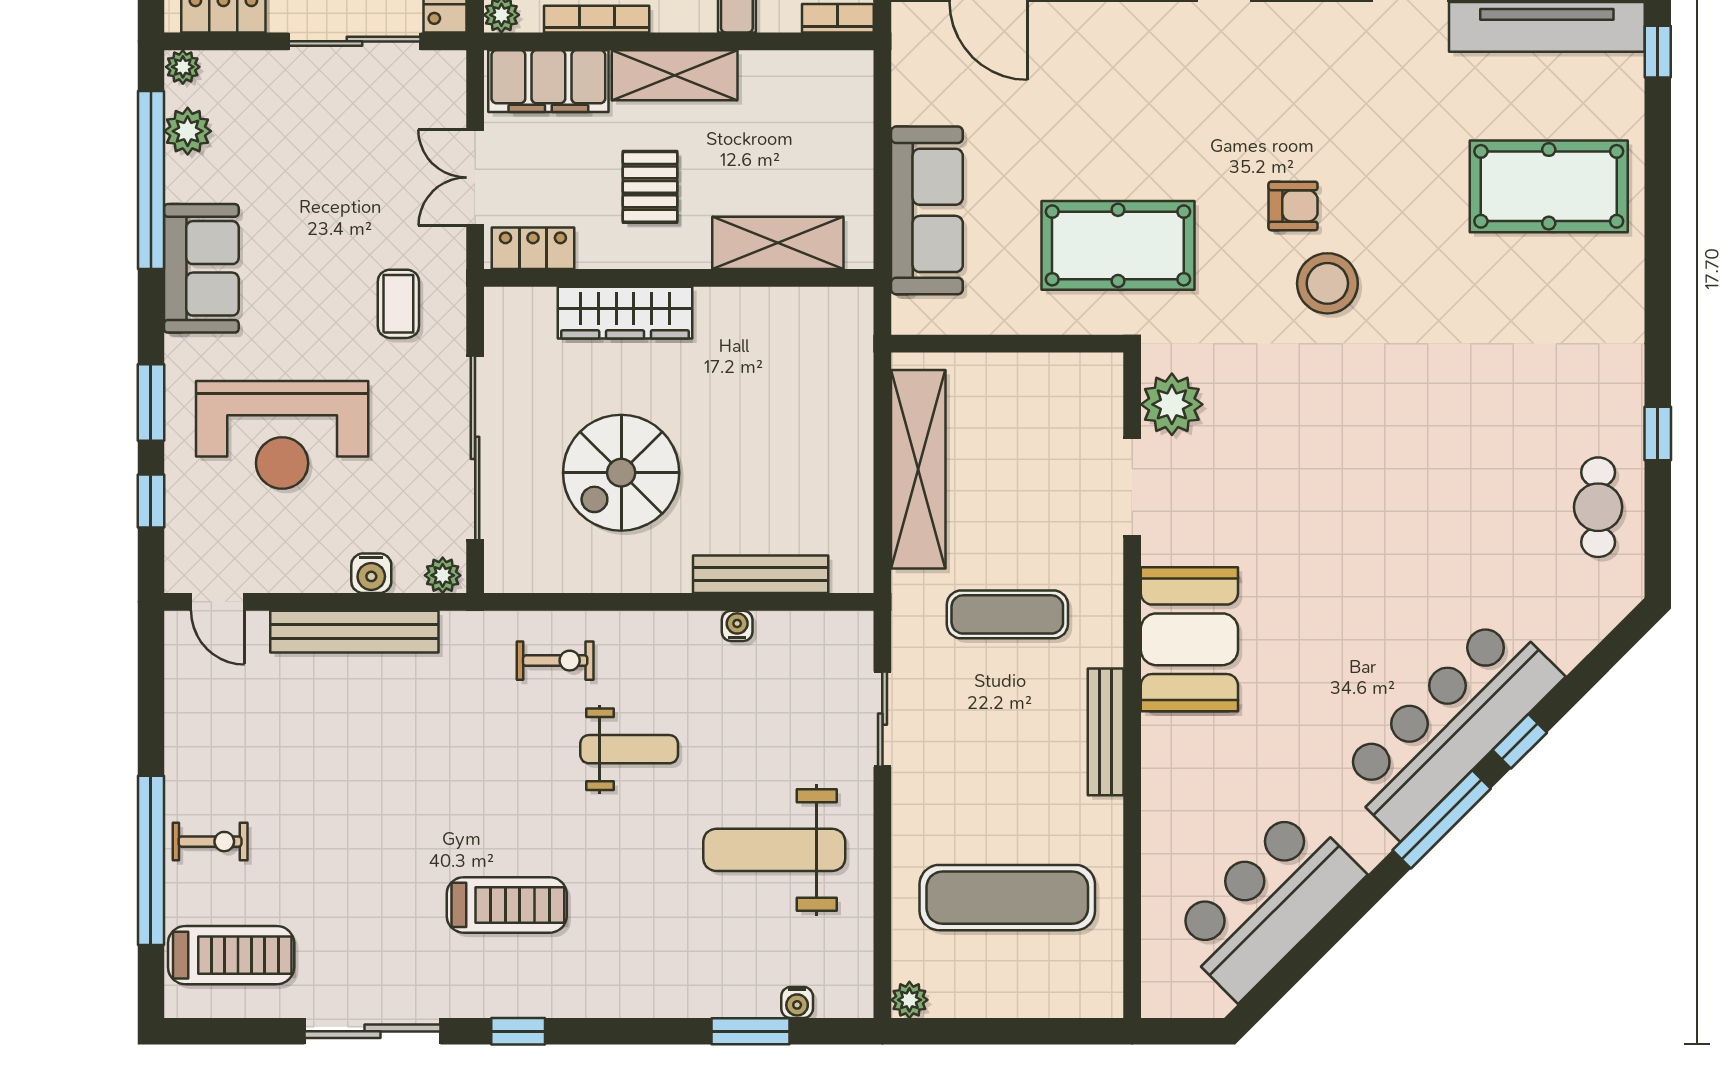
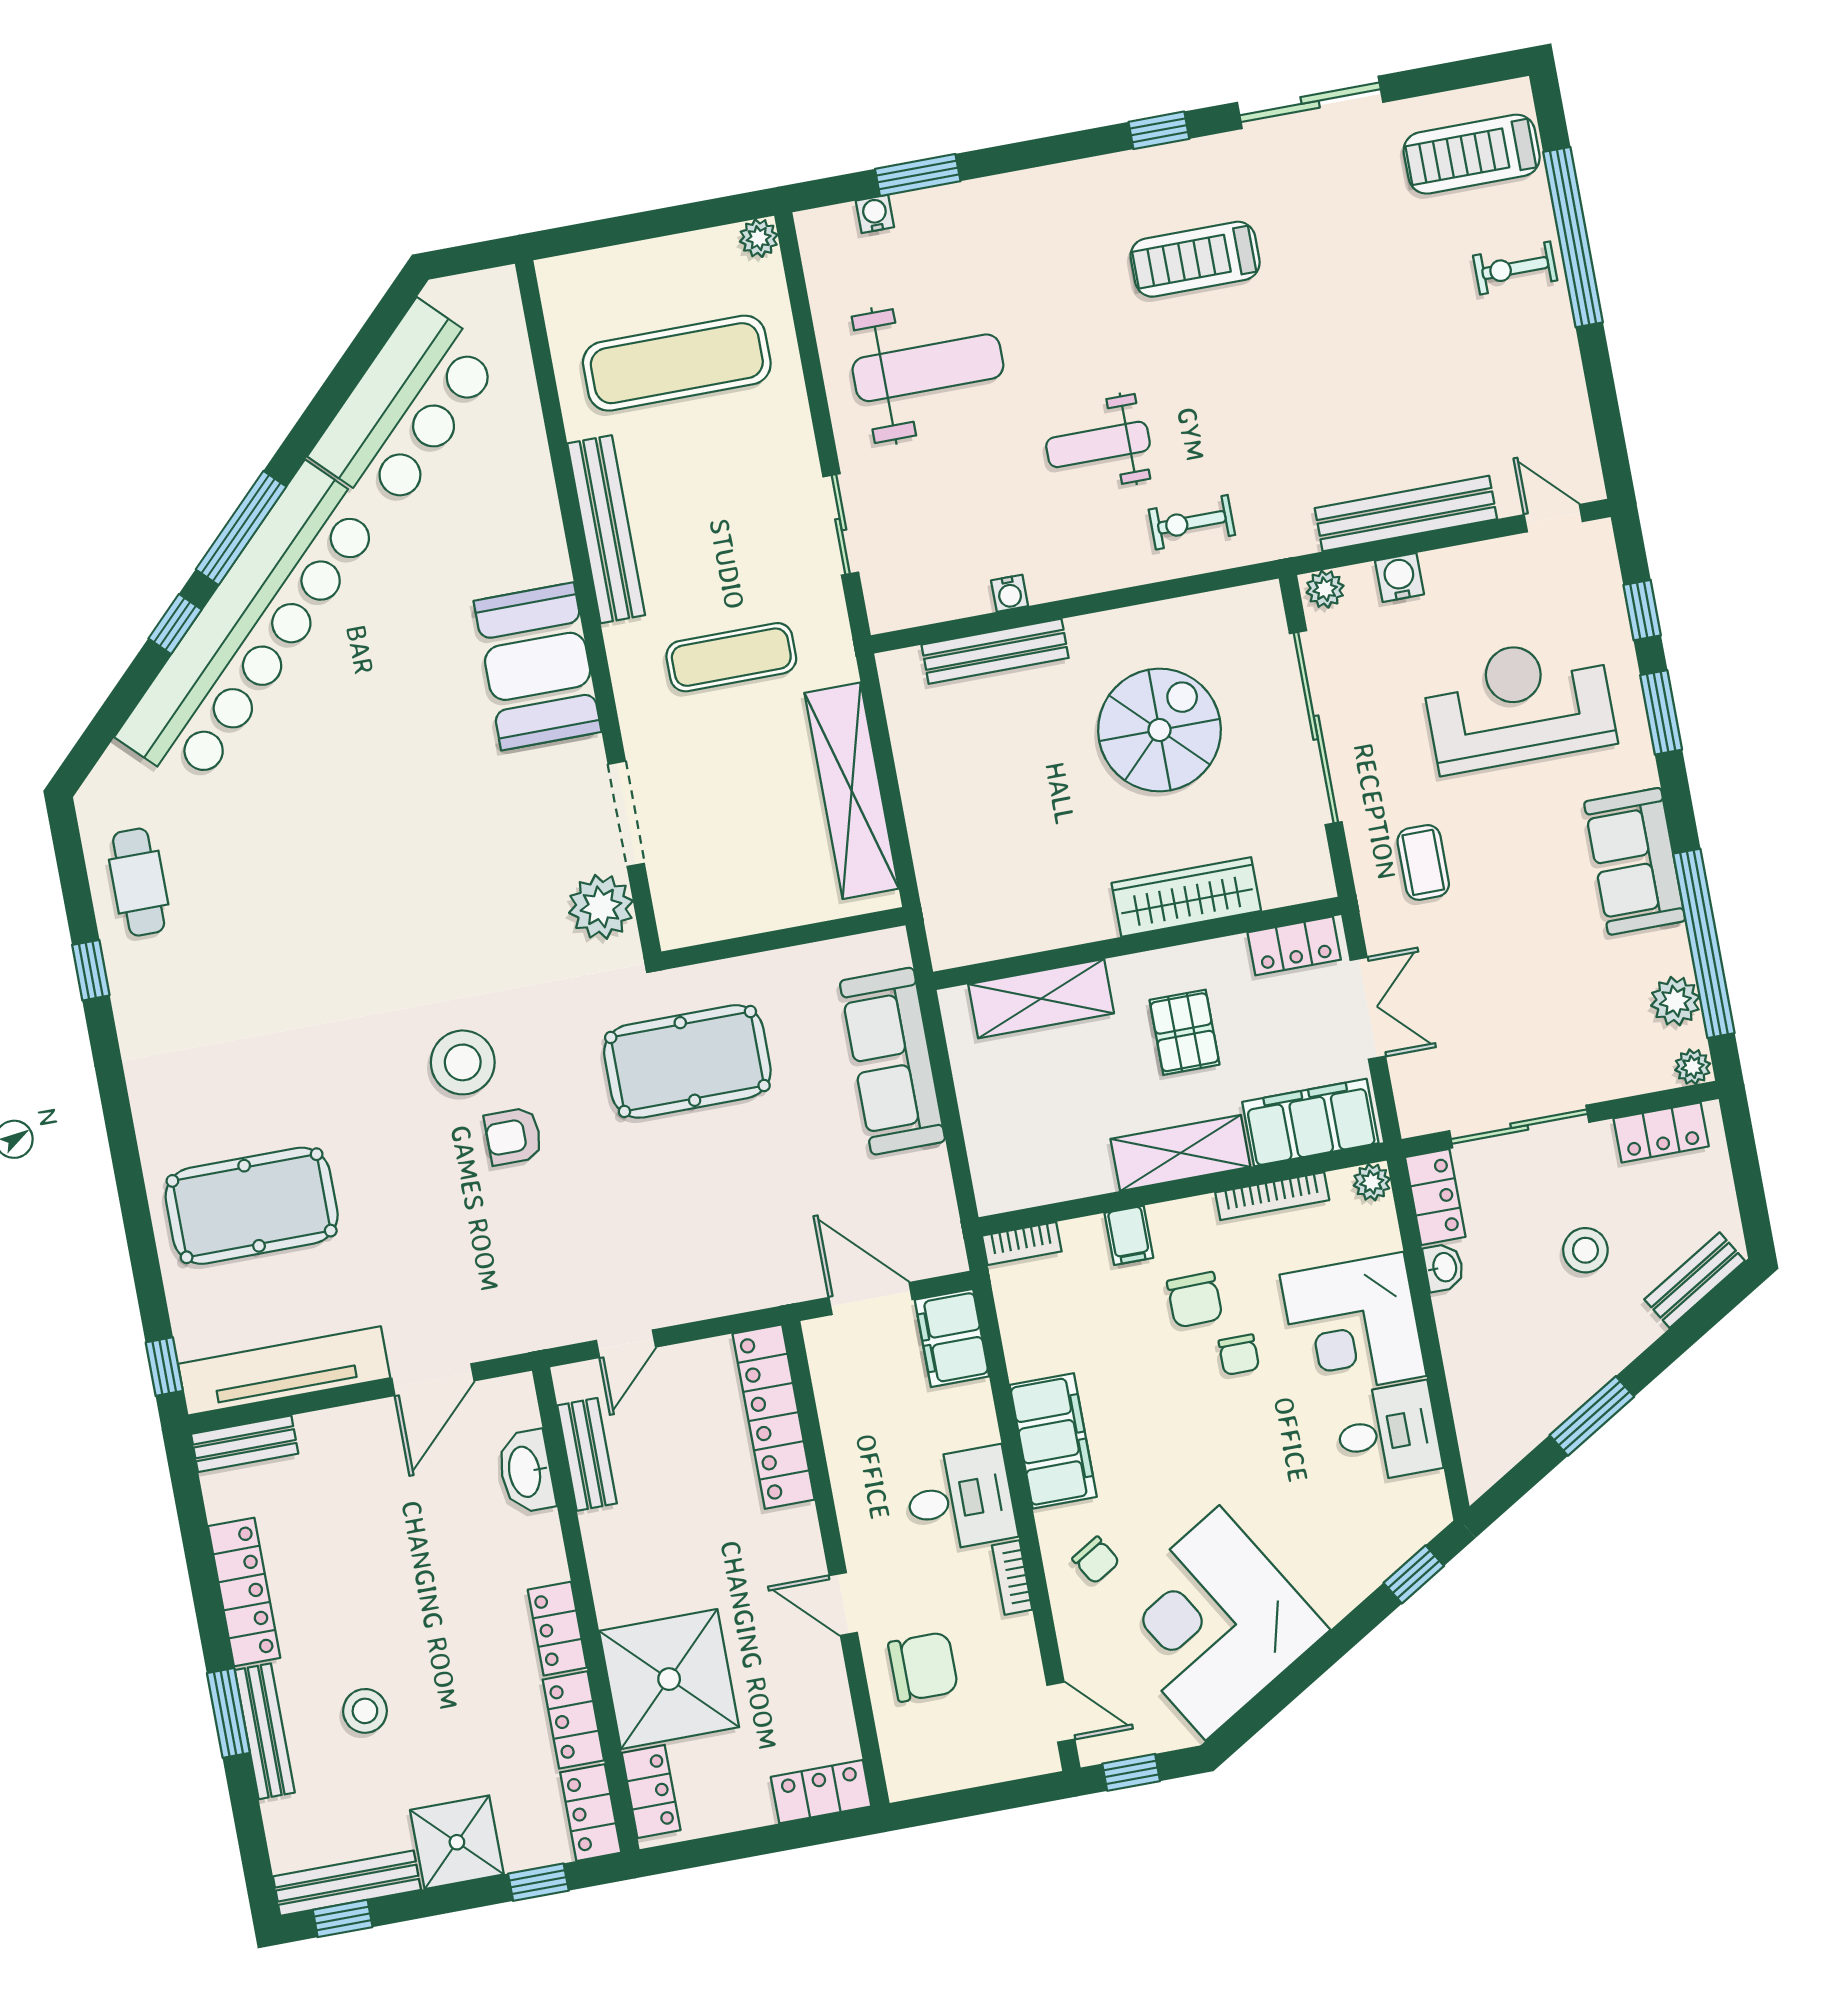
bar counter: (1449, 726) -> (251, 627), width x1.36
bench: (1106, 732) -> (606, 529), width x1.37, depth x1.21

